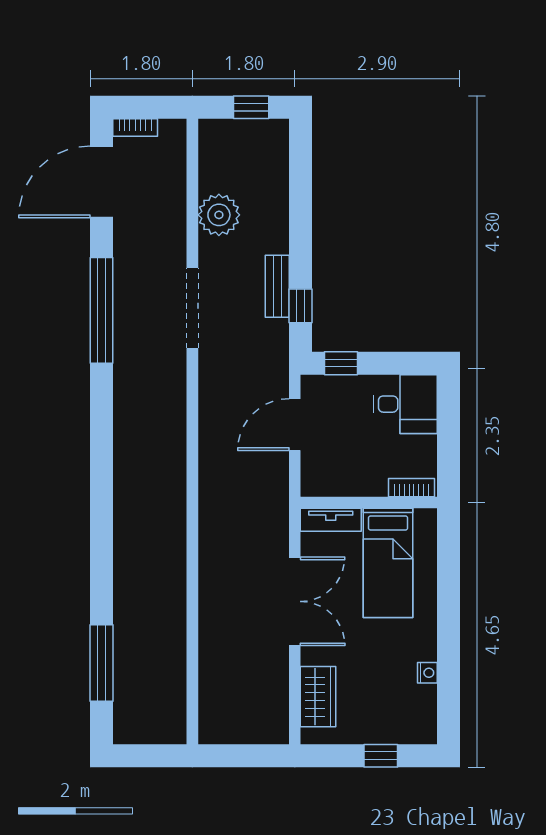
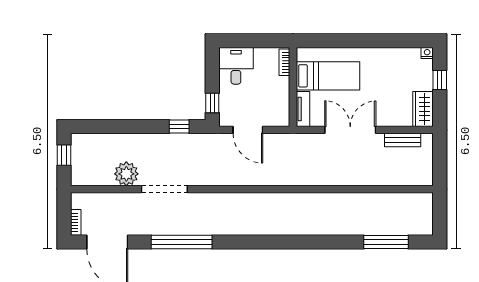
bench: (277, 286) -> (403, 140), moved
doorway: (192, 308) -> (164, 189), moved
nightstand: (427, 673) -> (427, 53), moved
wardrobe: (318, 697) -> (423, 109), moved, turned -90

